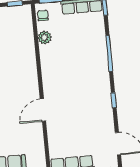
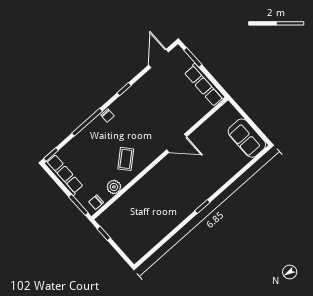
coffee table: (59, 62) -> (126, 159), added
chair: (103, 73) -> (108, 115), added

